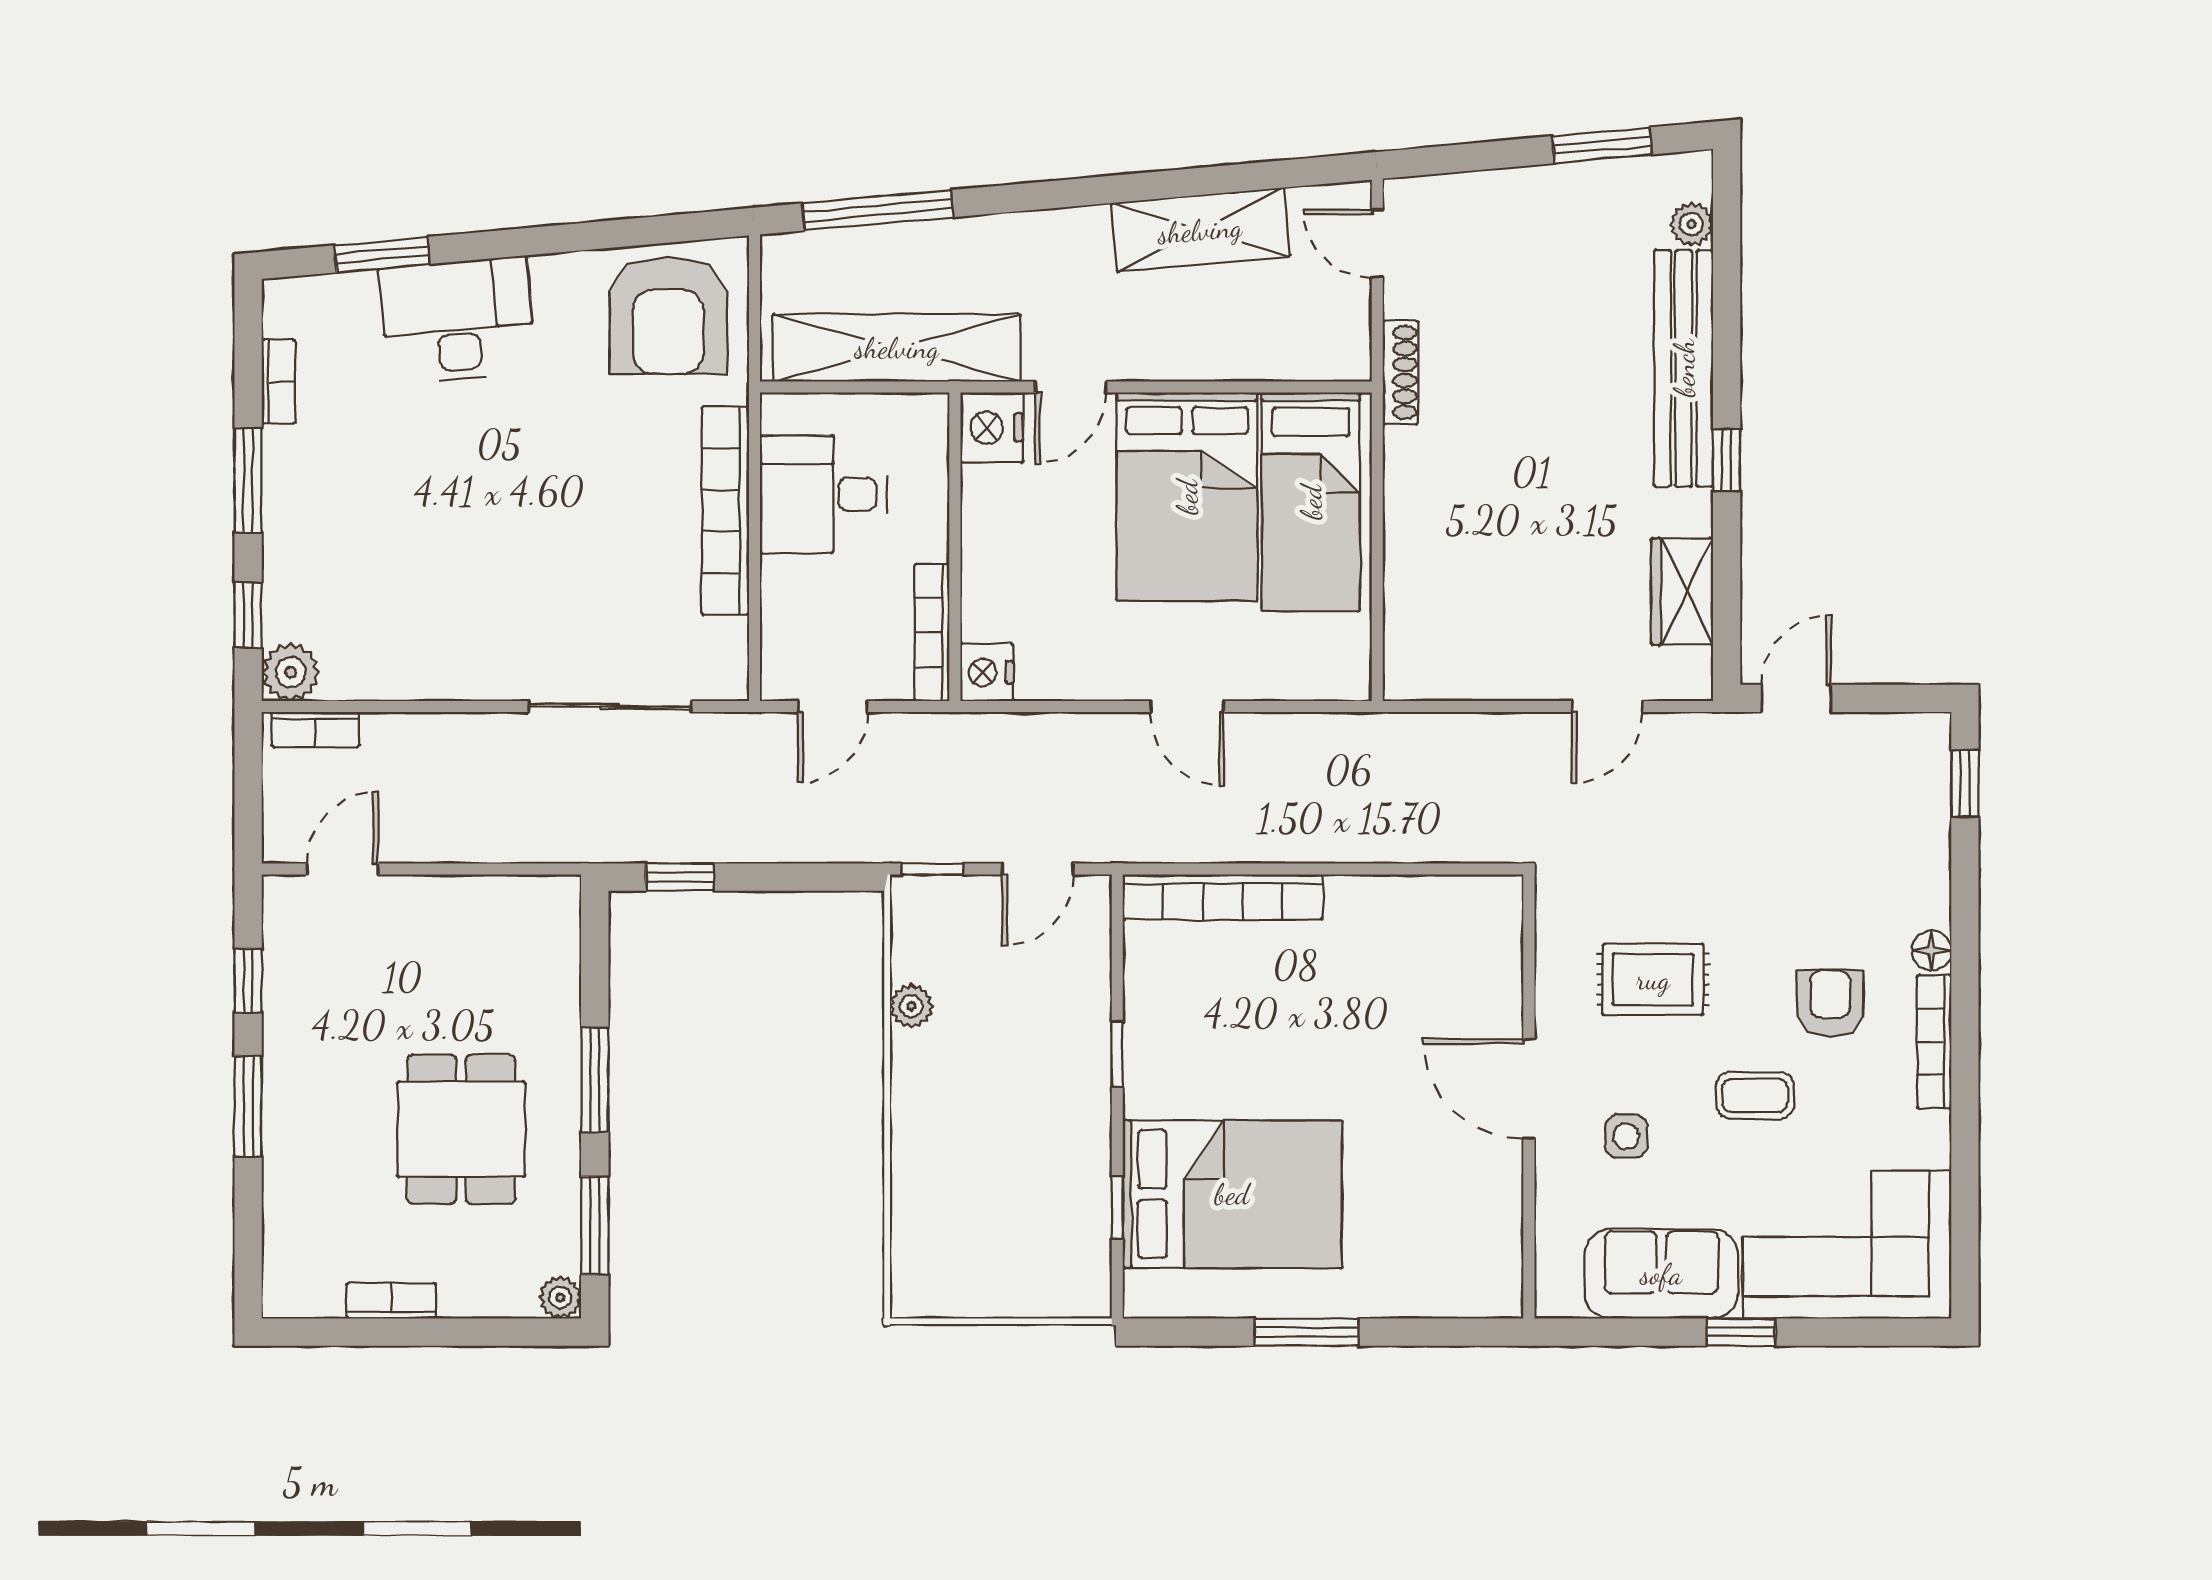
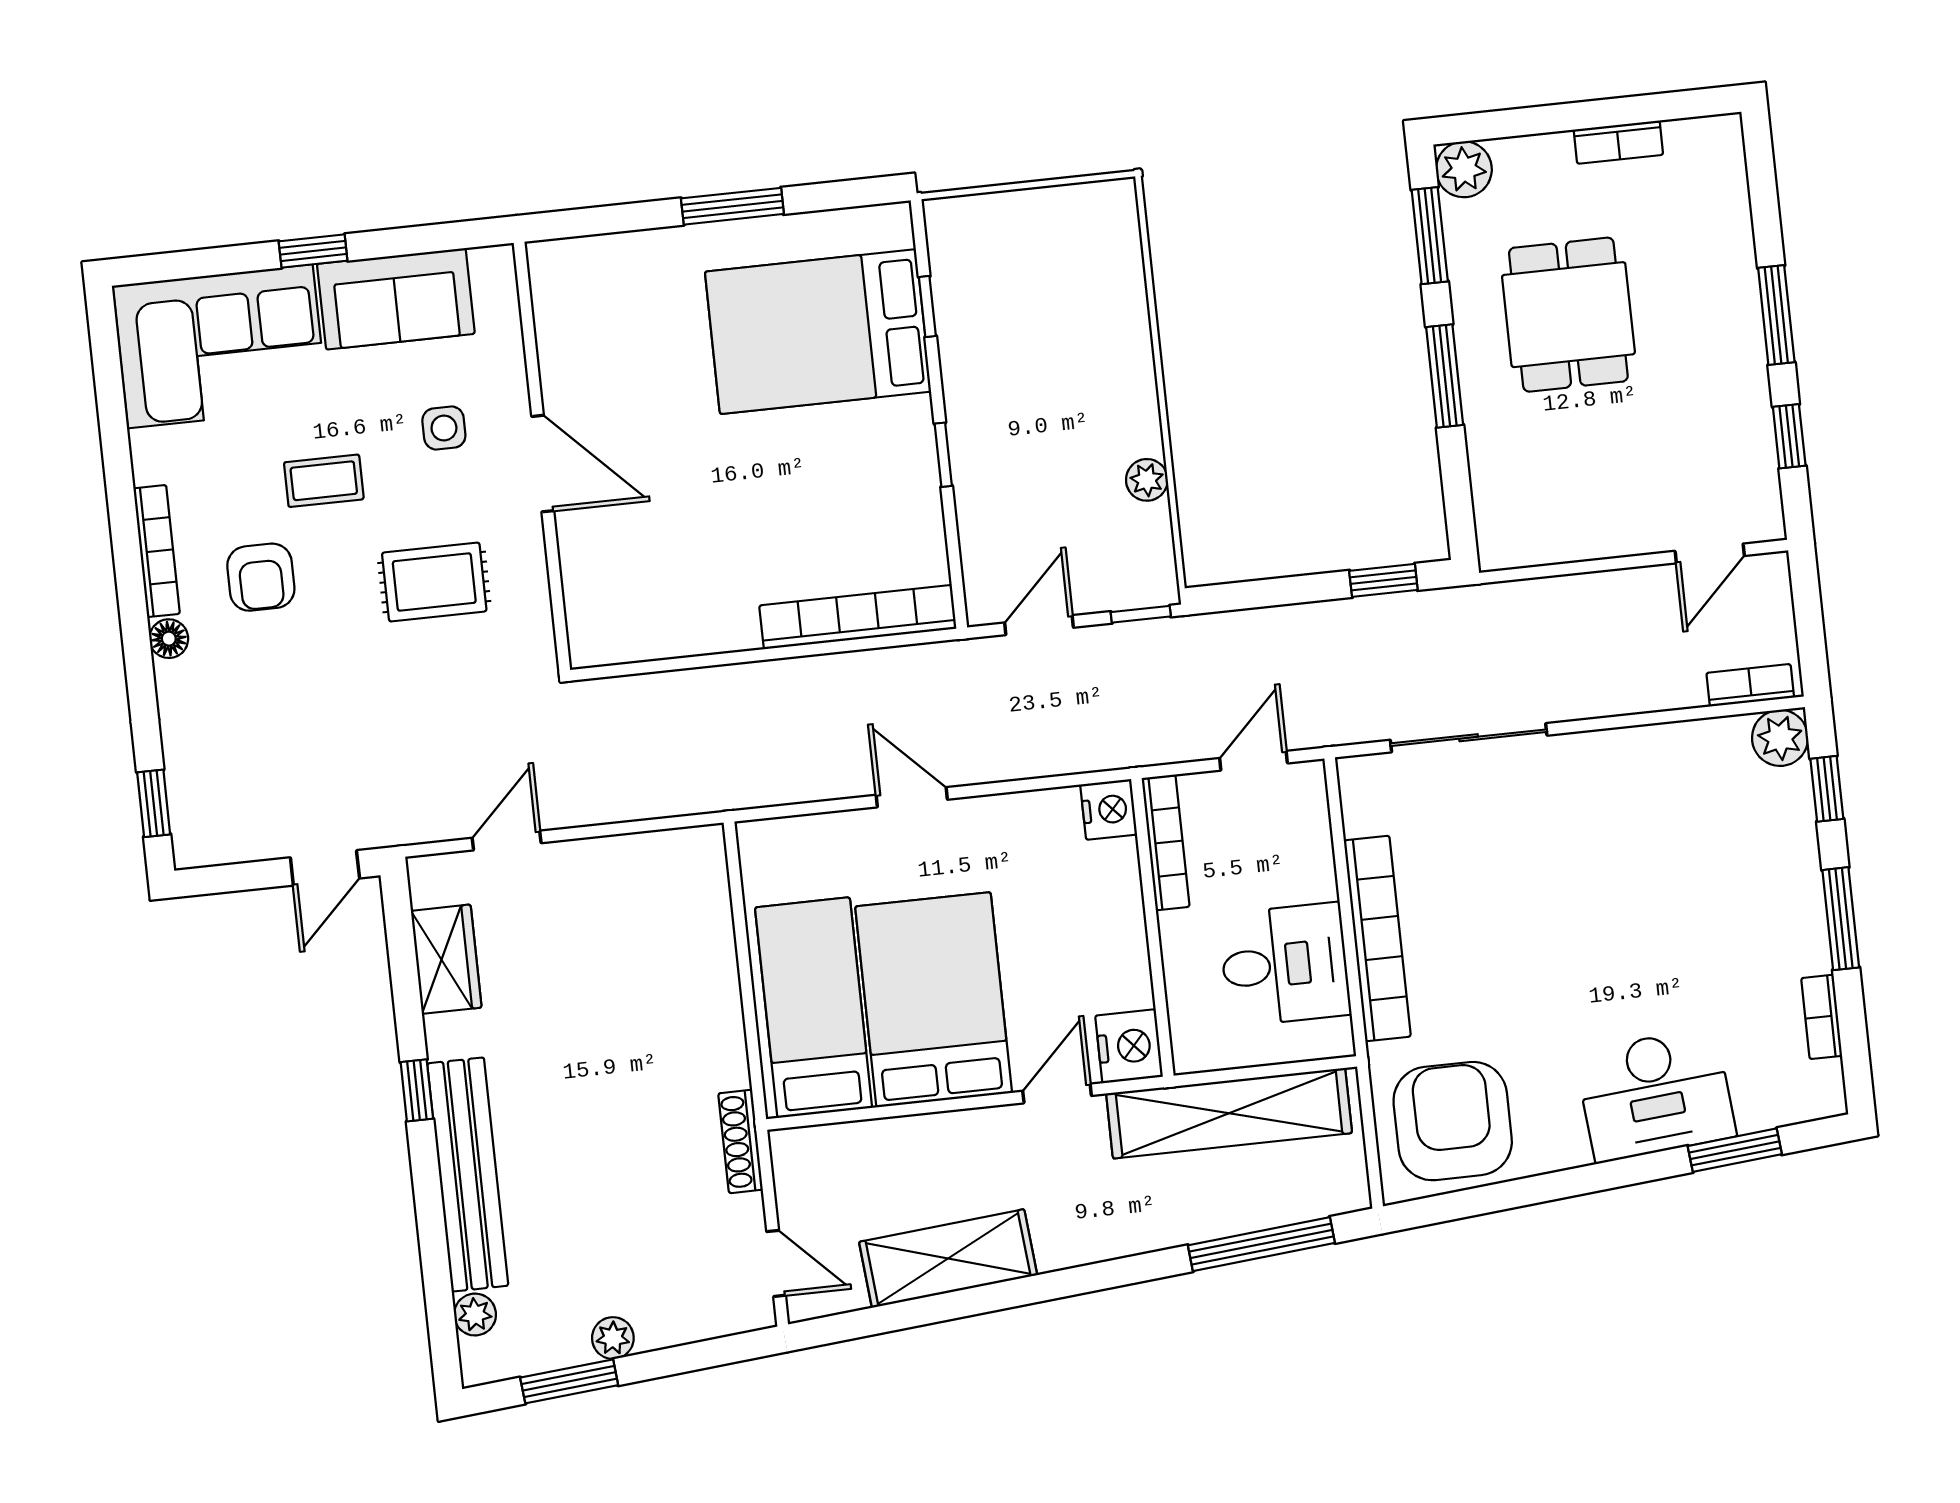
plant: (1553, 185) -> (613, 1338), added
plant: (560, 1298) -> (1464, 169), width x1.38, depth x1.38

